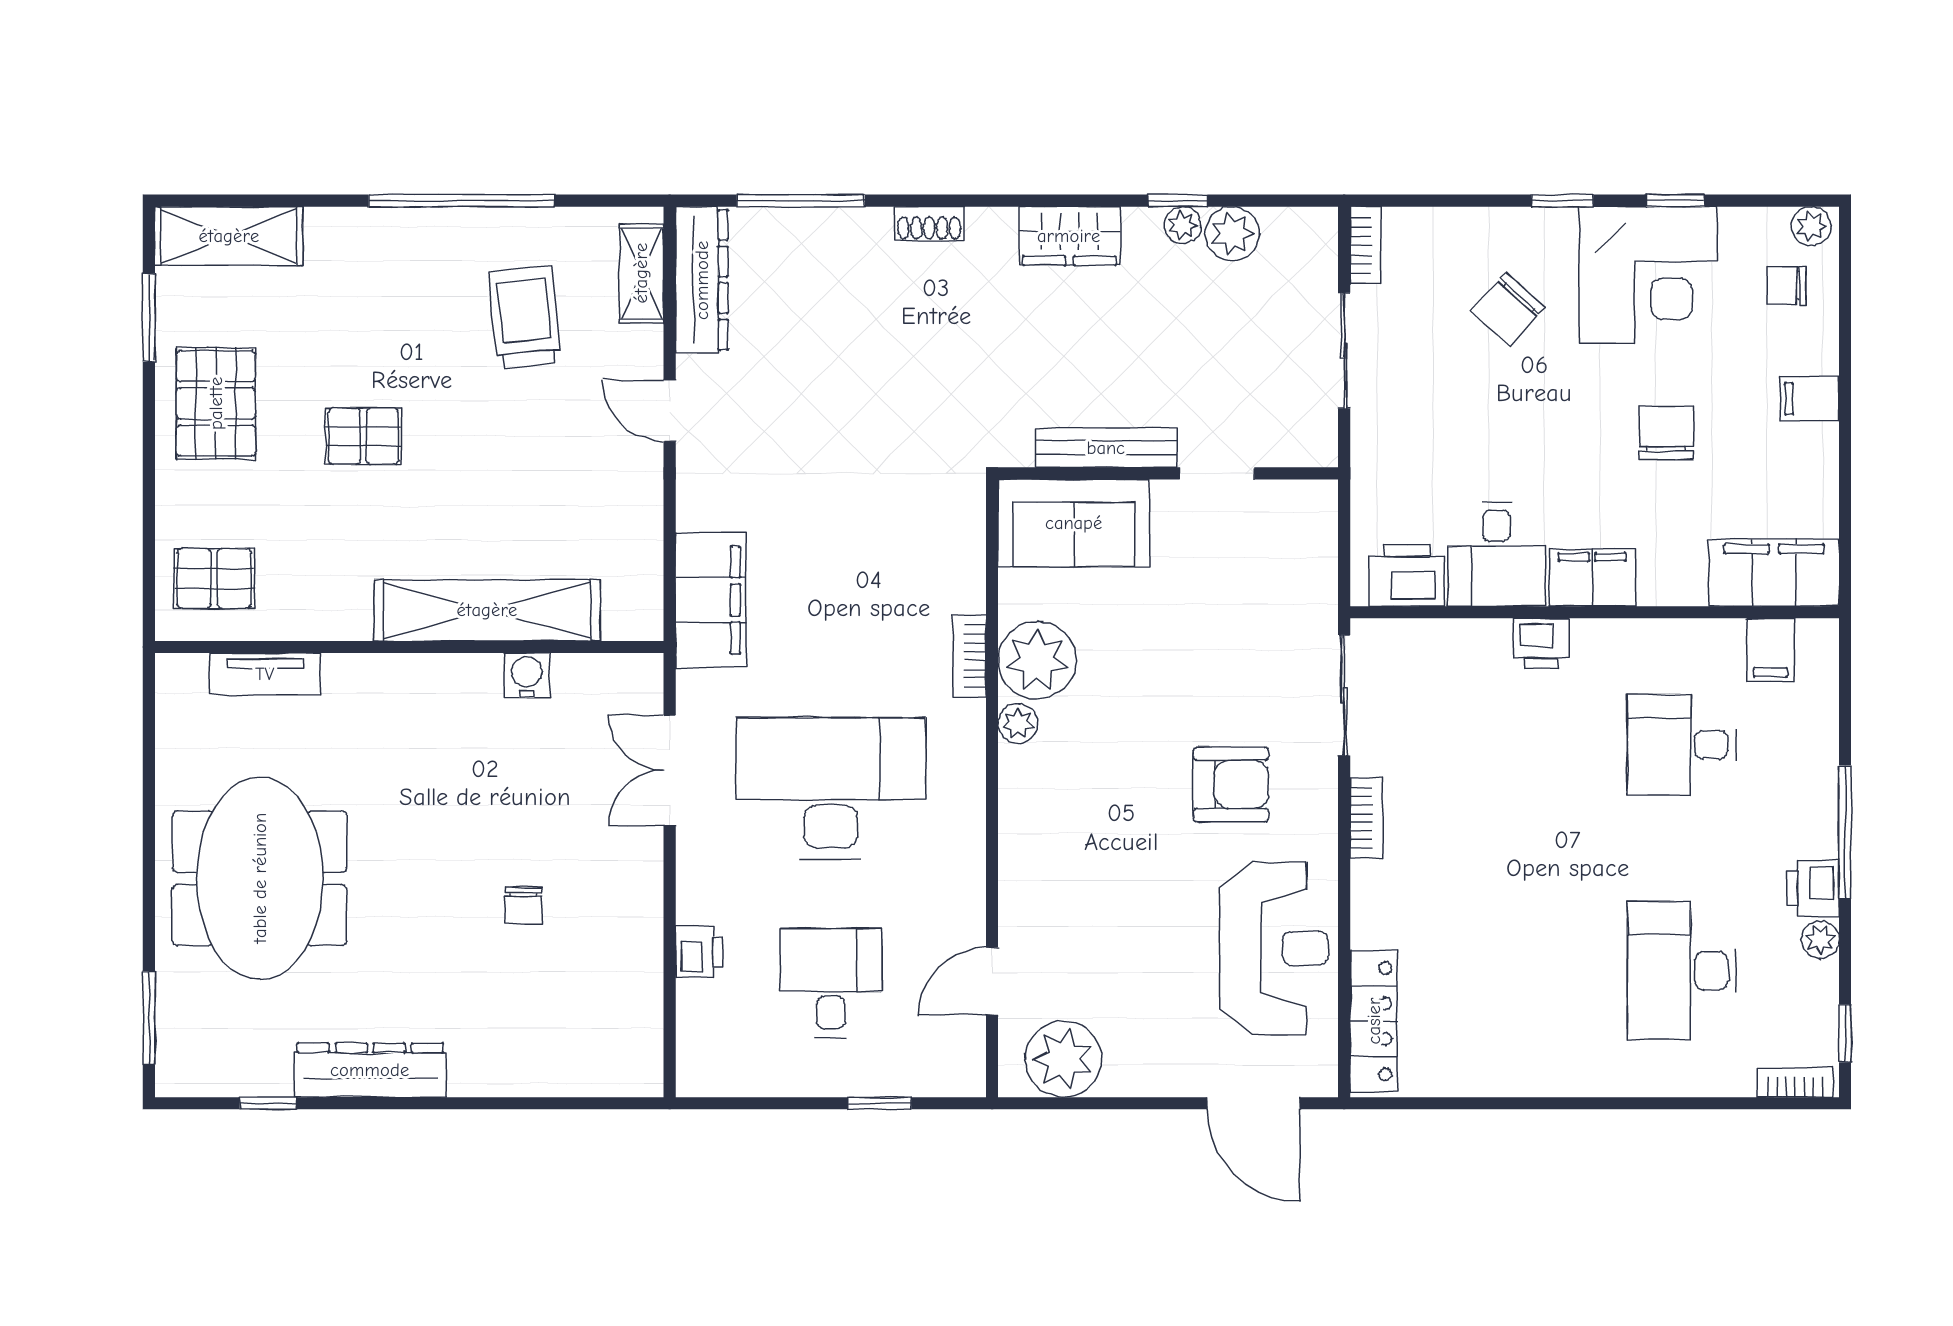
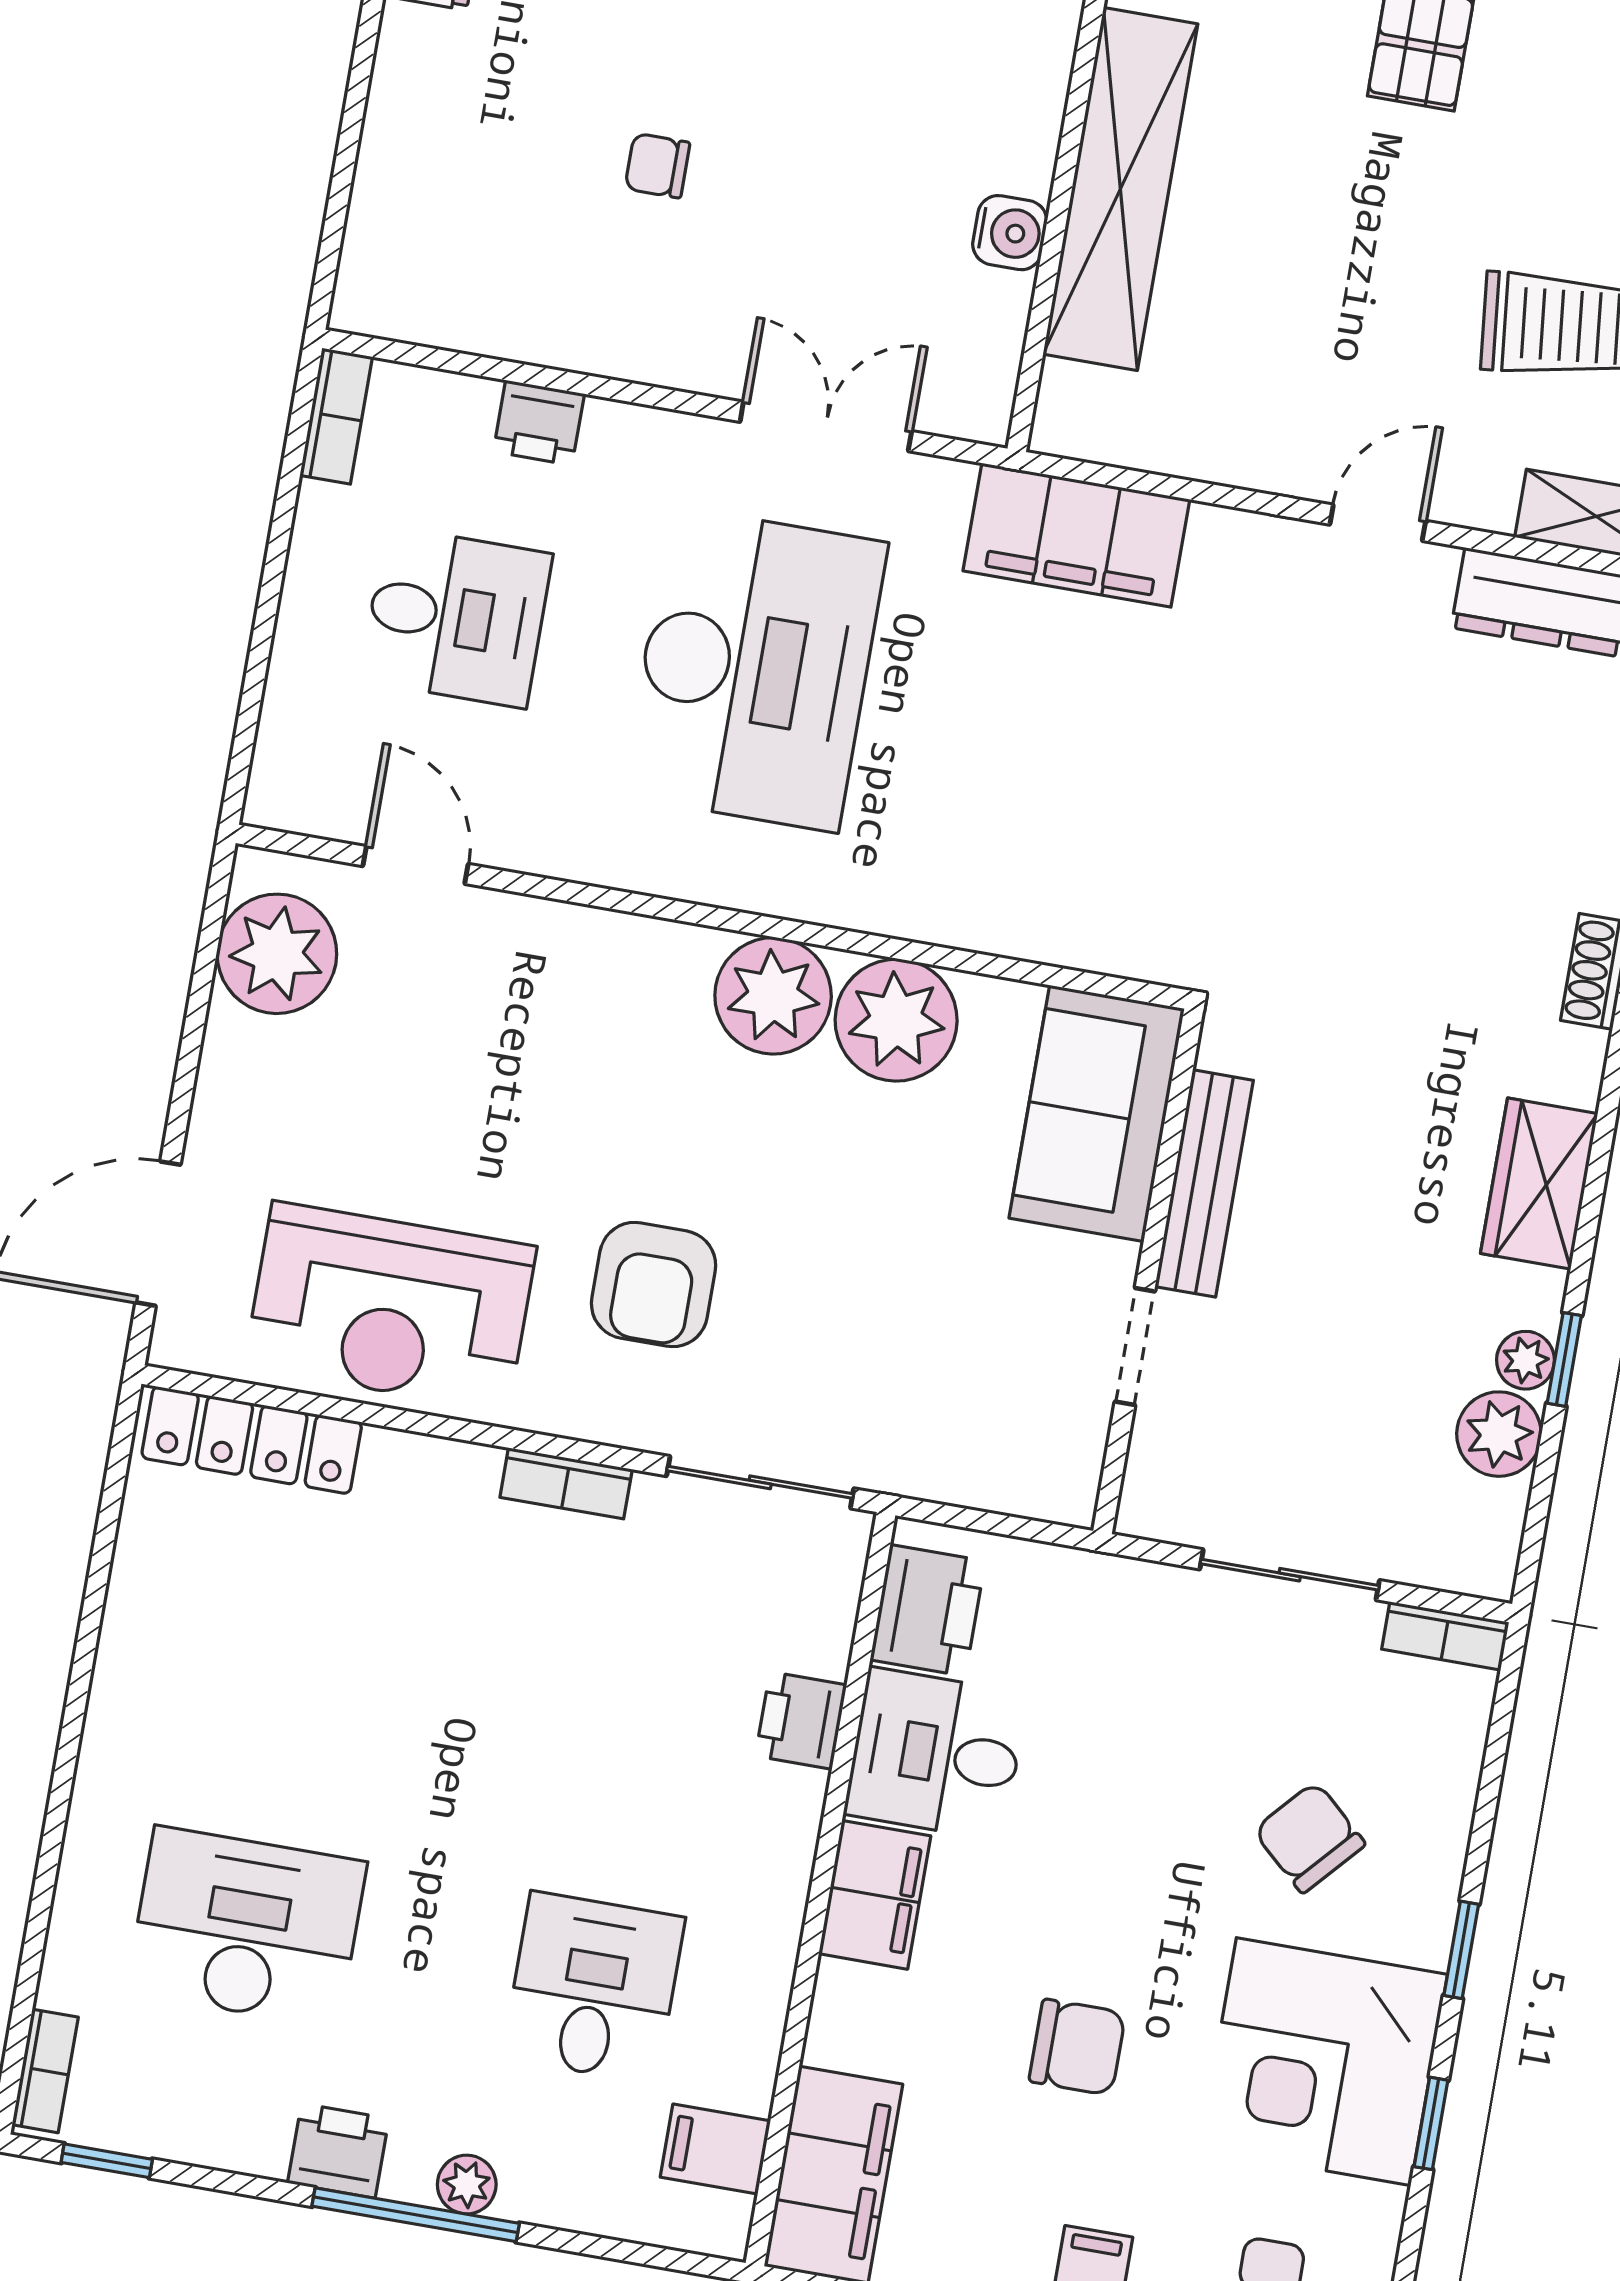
printer: (1541, 643) -> (801, 1720), moved
bookcase: (970, 656) -> (336, 416), moved, turned 90
plant: (1018, 723) -> (773, 996), width x1.88, depth x1.88
plant: (1820, 940) -> (467, 2184), moved
window: (880, 1103) -> (258, 660), removed

